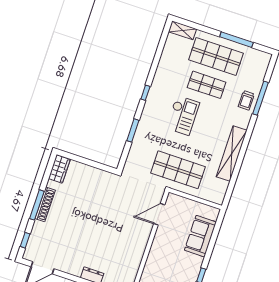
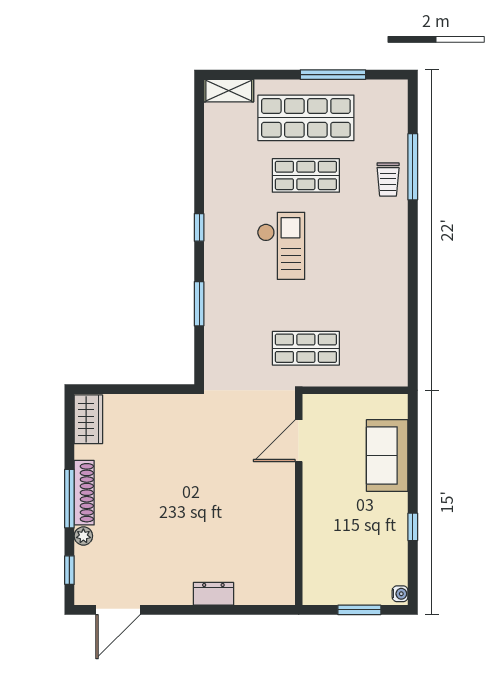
shelving: (232, 153) -> (394, 286), removed
shop shelf: (178, 170) -> (306, 348), width x0.70, depth x0.74
plant: (38, 226) -> (83, 536), added

